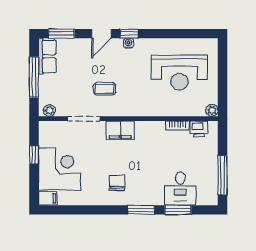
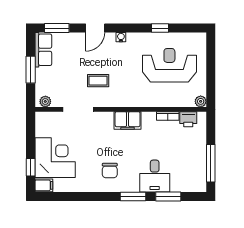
window: (129, 34) -> (160, 28), moved
reception desk: (179, 73) -> (169, 65), turned 180
window: (34, 77) -> (31, 70), width x0.69
filing cabinet: (120, 130) -> (128, 120), moved
window: (34, 155) -> (31, 167), moved
chair: (117, 183) -> (110, 171), turned 180
desk: (180, 188) -> (155, 176), moved

